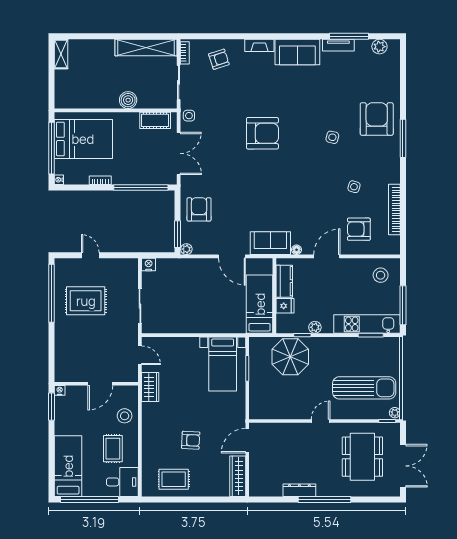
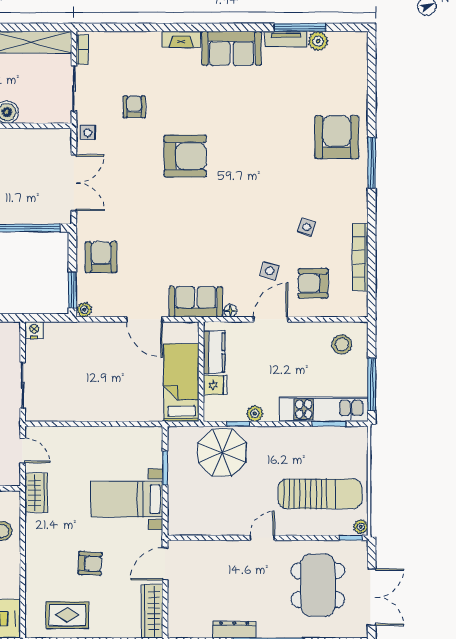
plant: (379, 47) -> (318, 41), moved
armchair: (219, 59) -> (134, 107), moved, turned -72
cot: (155, 120) -> (43, 139), removed
side table: (332, 137) -> (270, 271), moved
bed with nightstands: (223, 364) -> (127, 499), moved, turned 90

